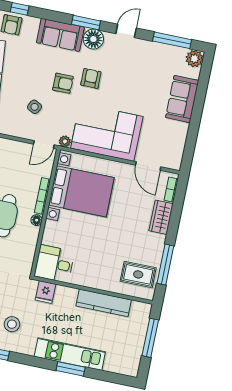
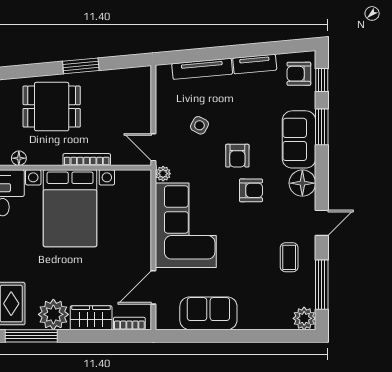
window: (86, 23) -> (322, 127), moved
door: (126, 31) -> (322, 223), hinge flipped
coffee table: (147, 60) -> (289, 257), added
sofa: (182, 99) -> (208, 313), moved
bed with nightstands: (81, 191) -> (70, 208), moved
floor lamp: (37, 220) -> (19, 158), moved
plant: (153, 245) -> (53, 314), added

